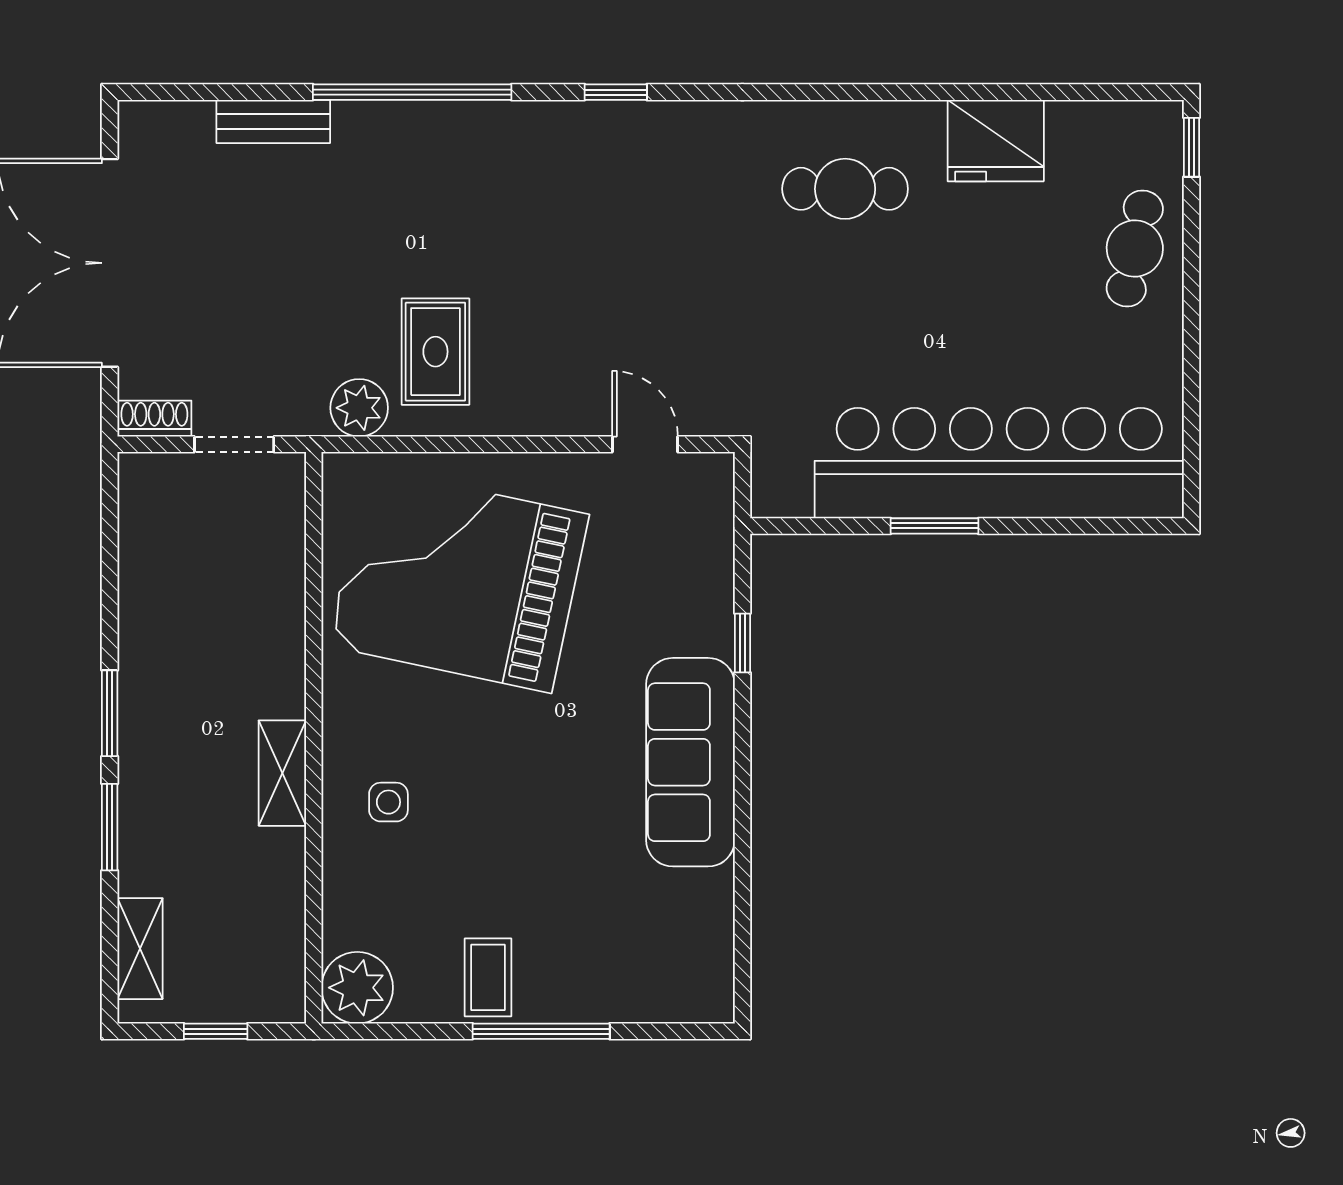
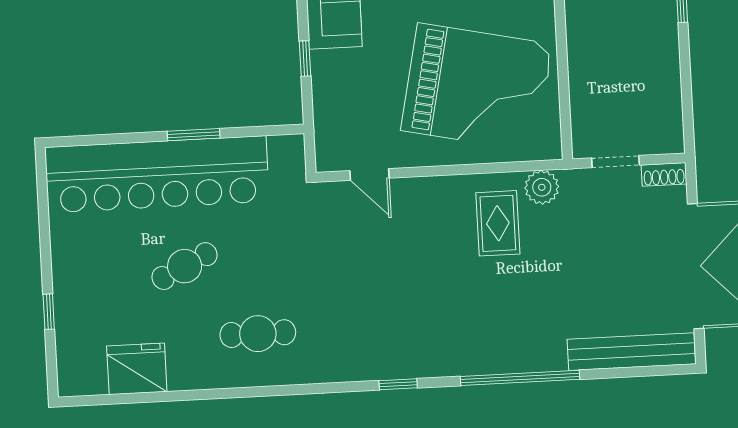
bench: (273, 121) -> (631, 352), width x1.86, depth x1.21
fridge: (996, 141) -> (137, 369), moved
window: (1192, 147) -> (49, 312), moved
cafe table: (1135, 248) -> (185, 266), moved, turned 52

